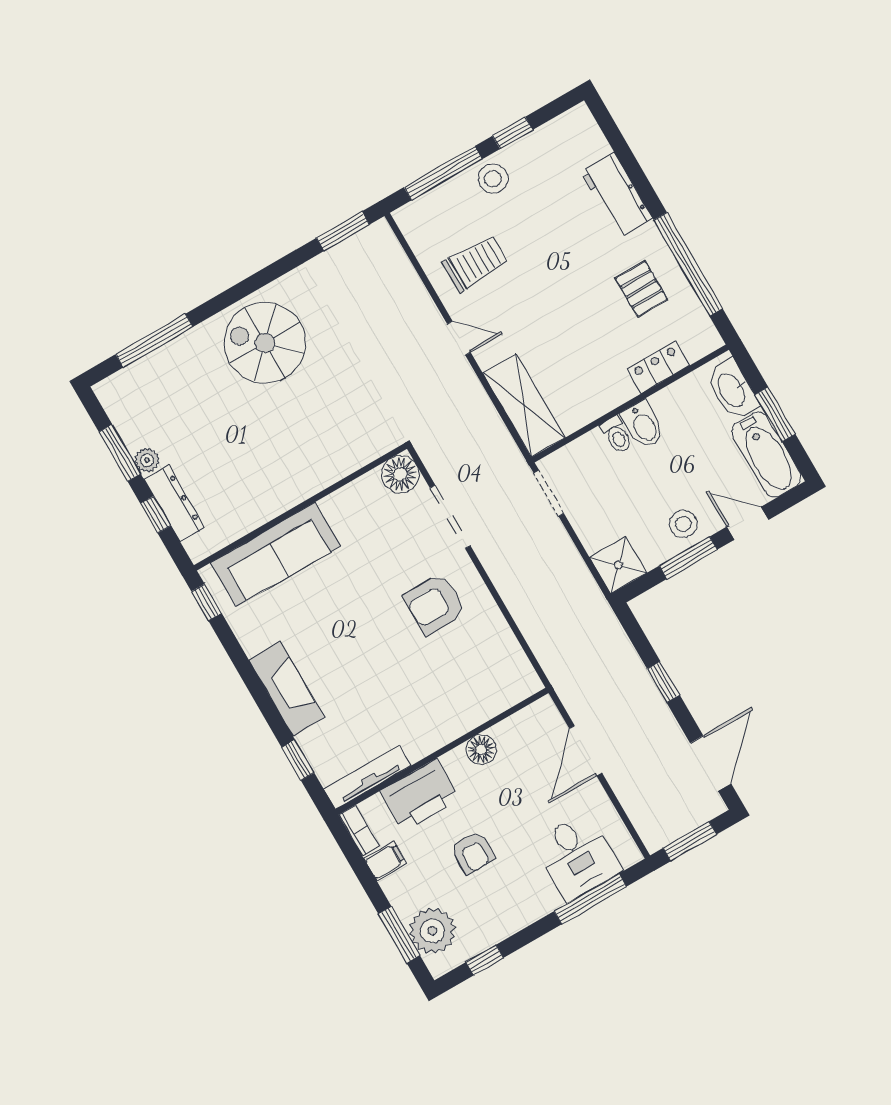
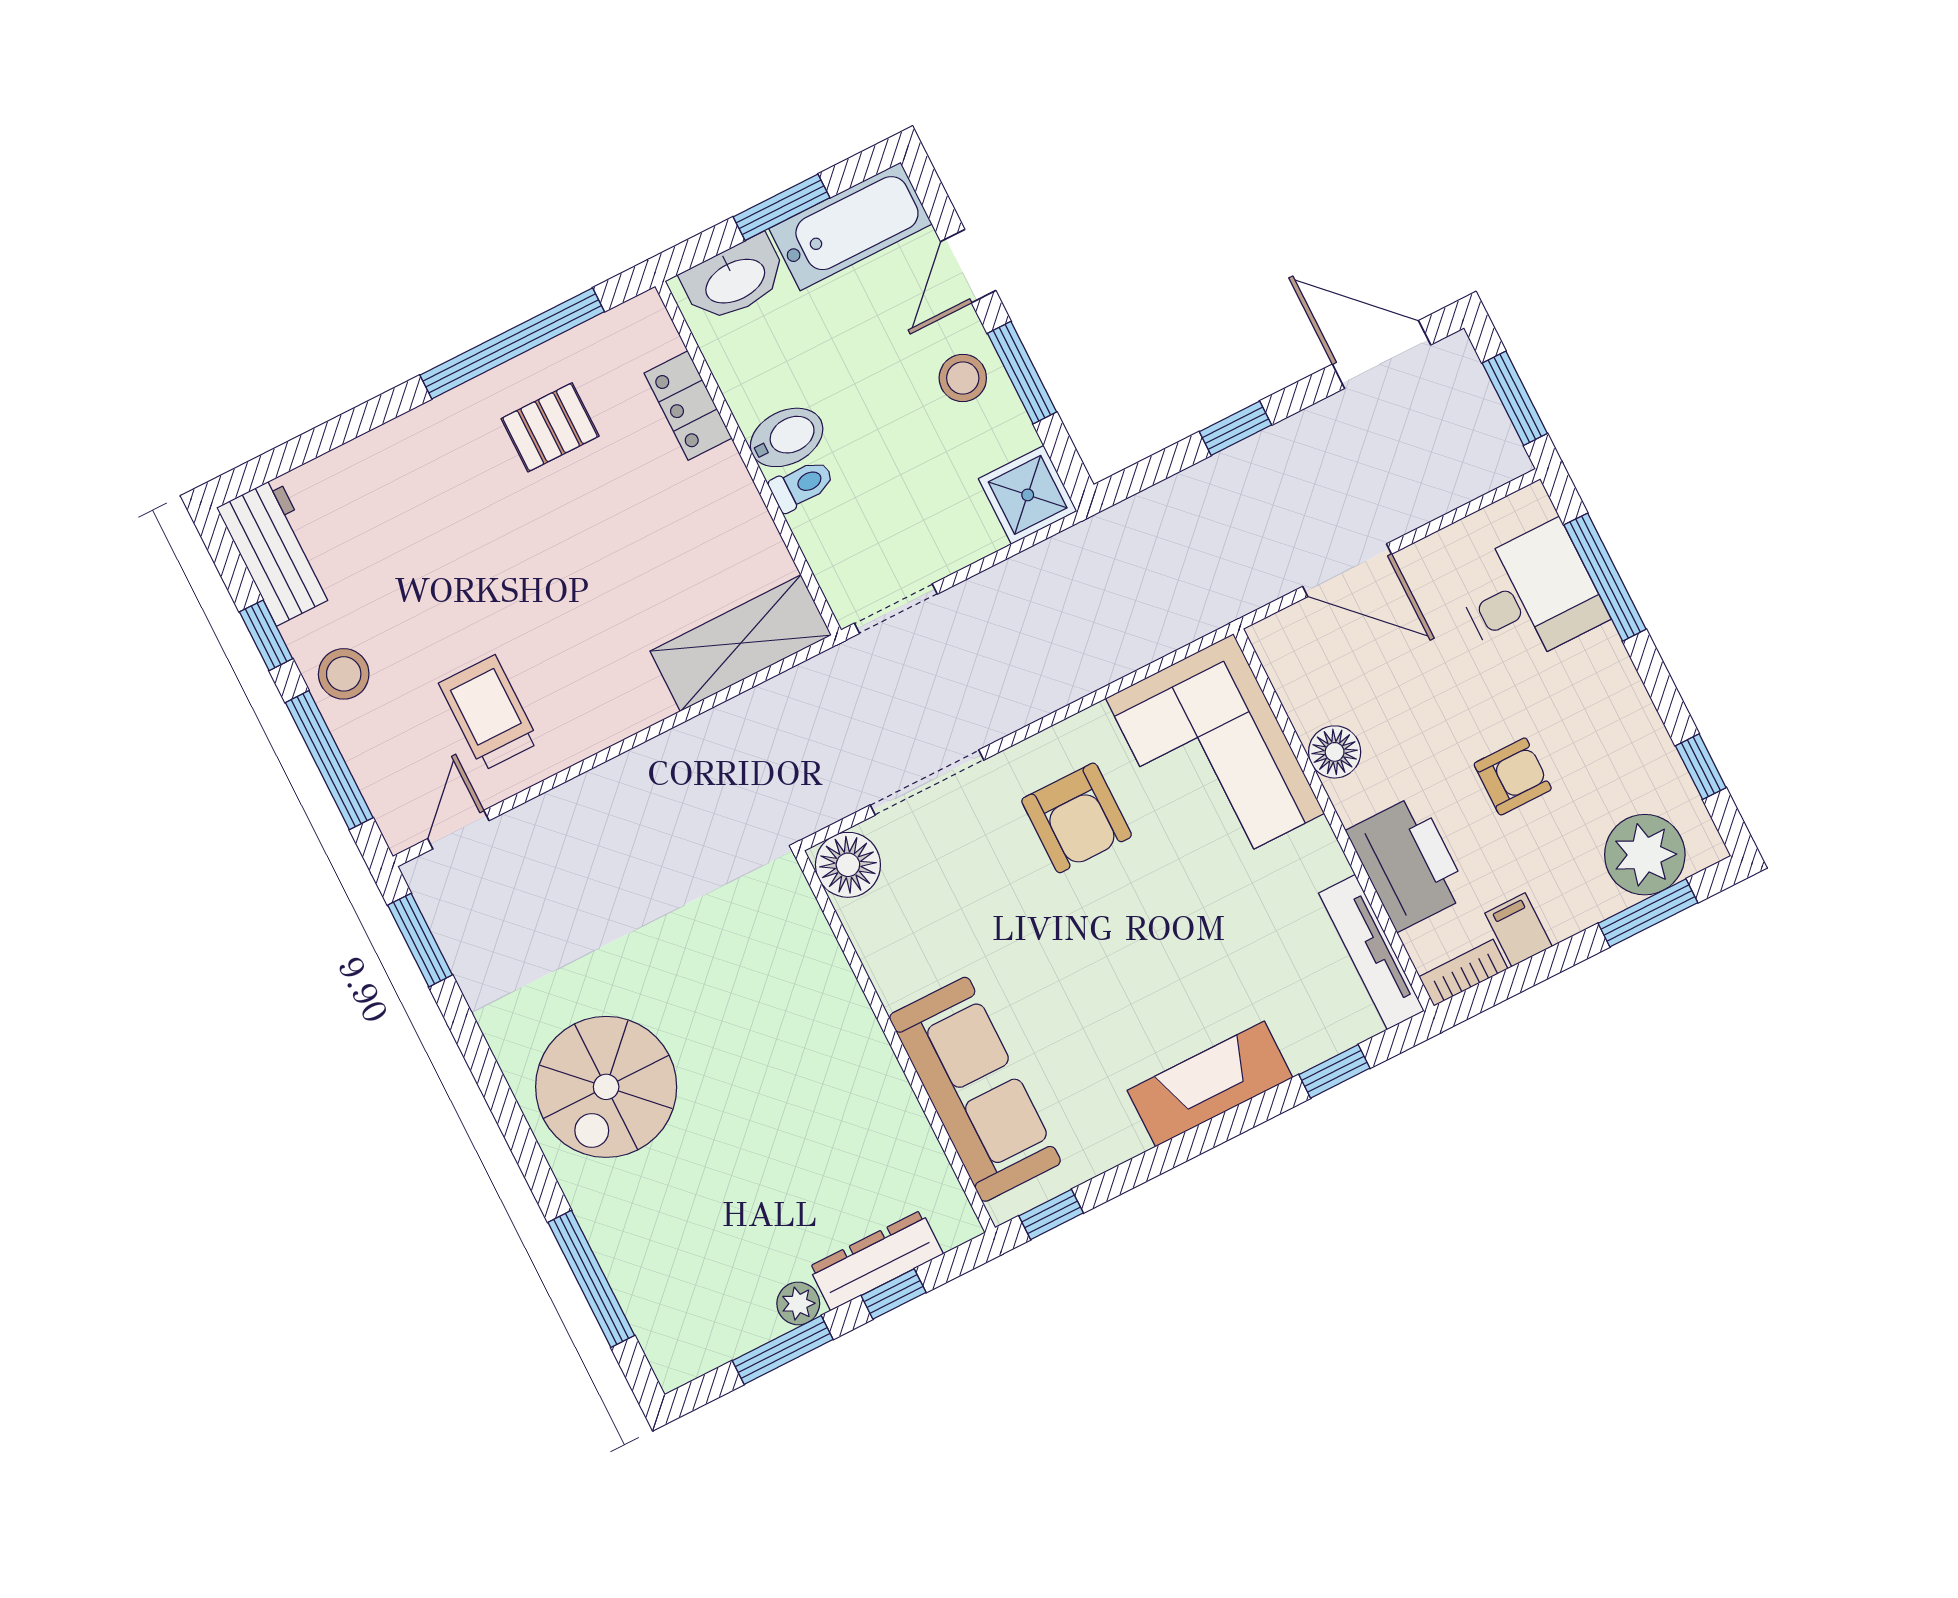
workbench: (616, 195) -> (277, 551), moved, turned -90
door: (459, 338) -> (458, 830), moved
corner sofa: (475, 681) -> (1215, 756), added

